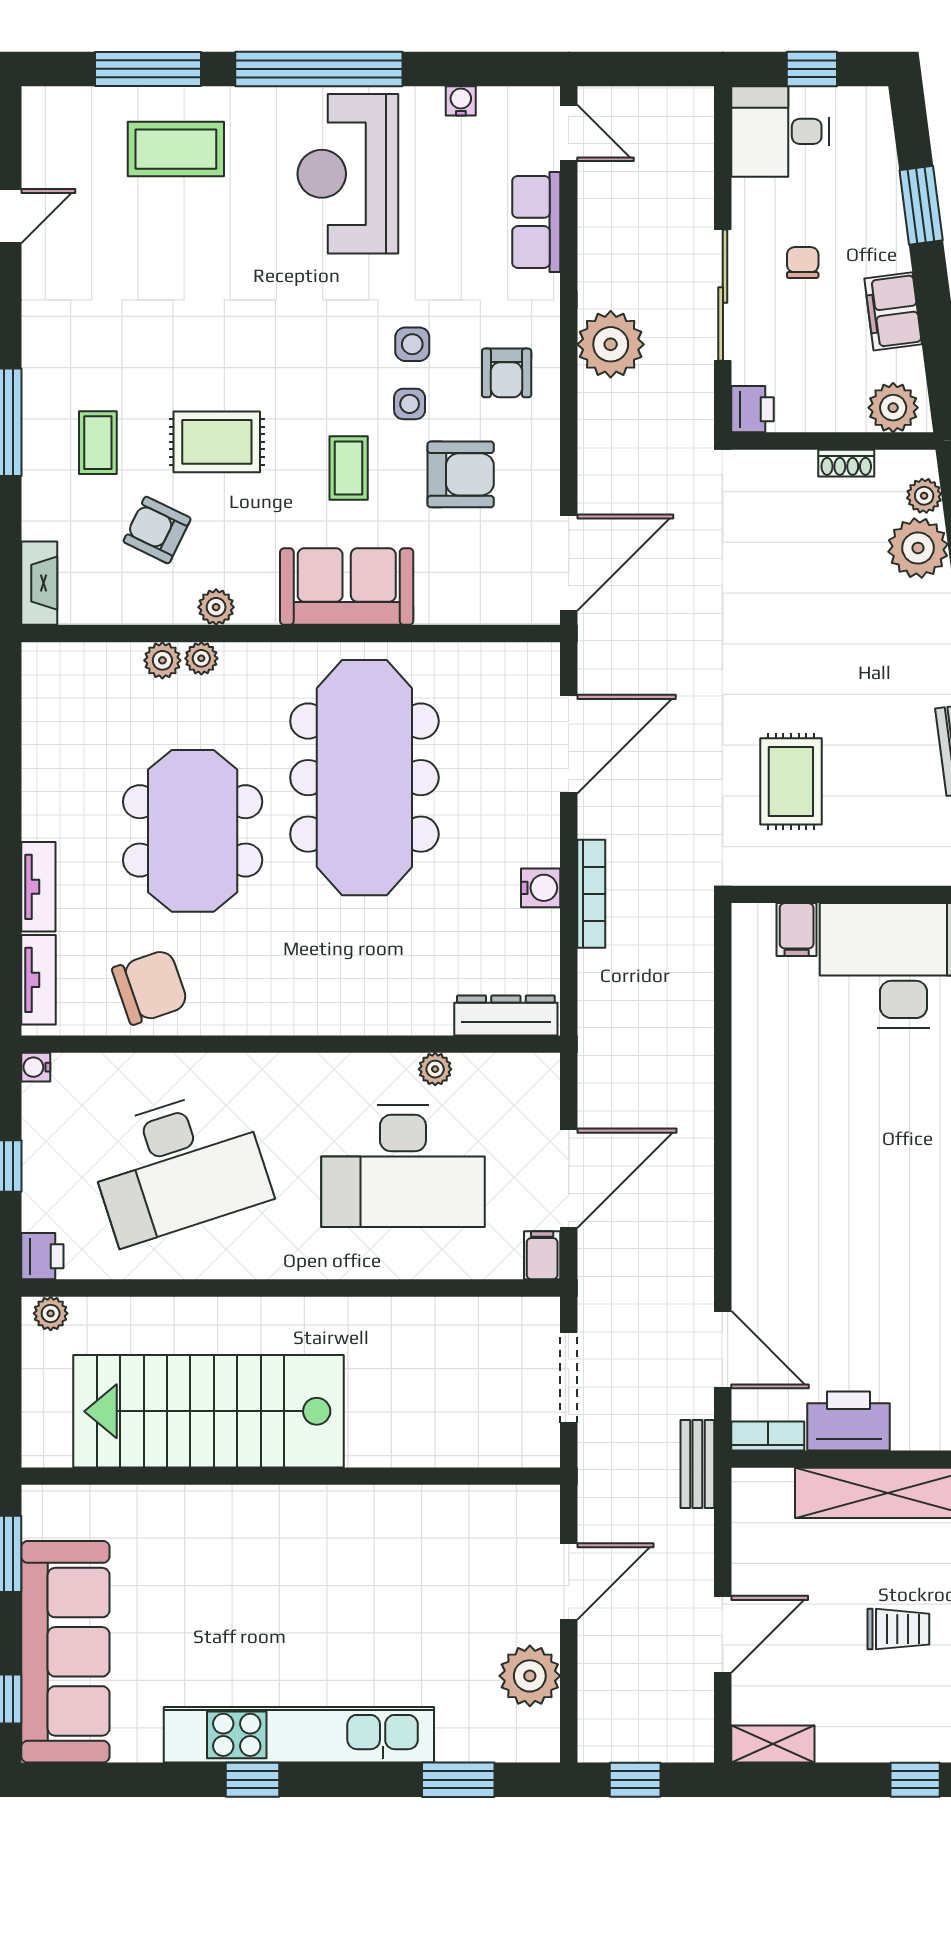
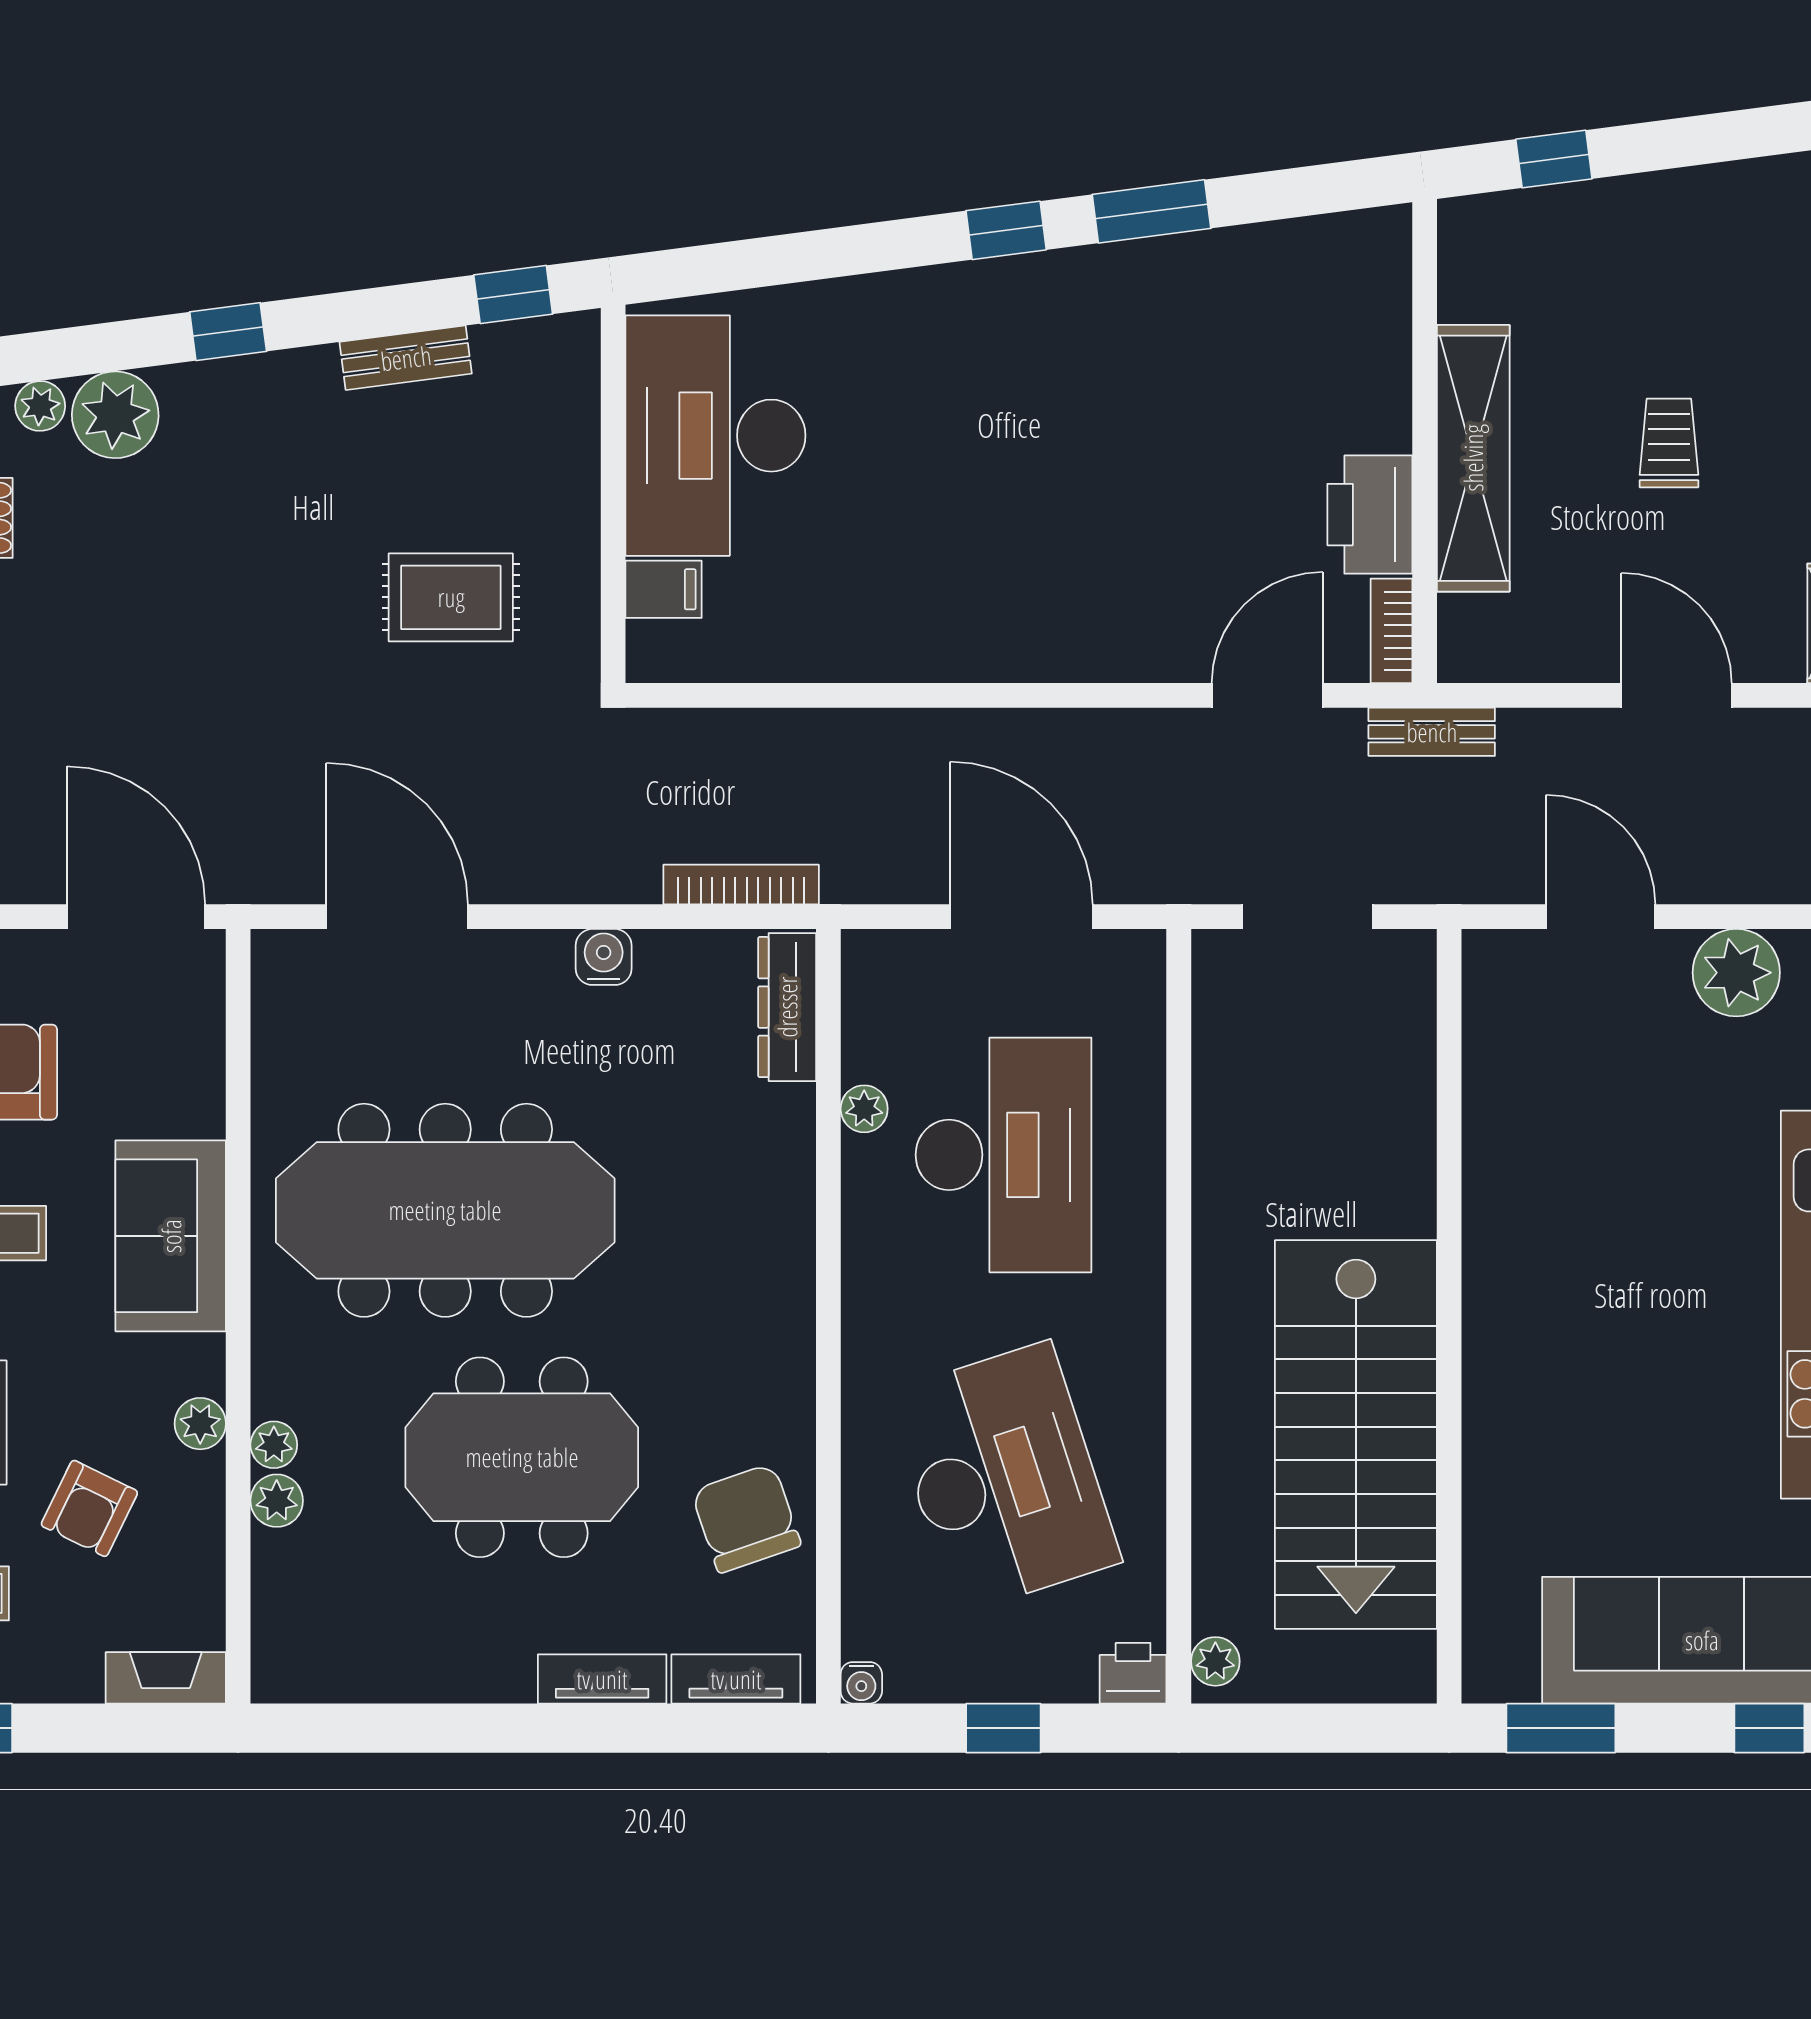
bookcase: (591, 894) -> (741, 884), moved
filing cabinet: (542, 1255) -> (1132, 955), removed

